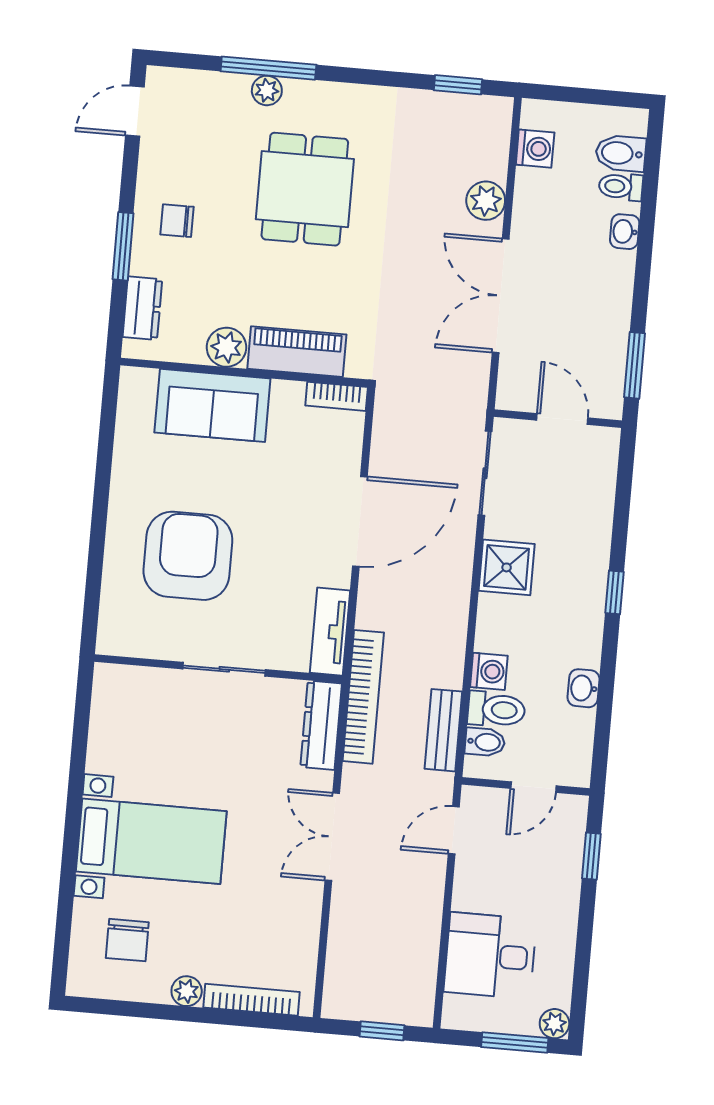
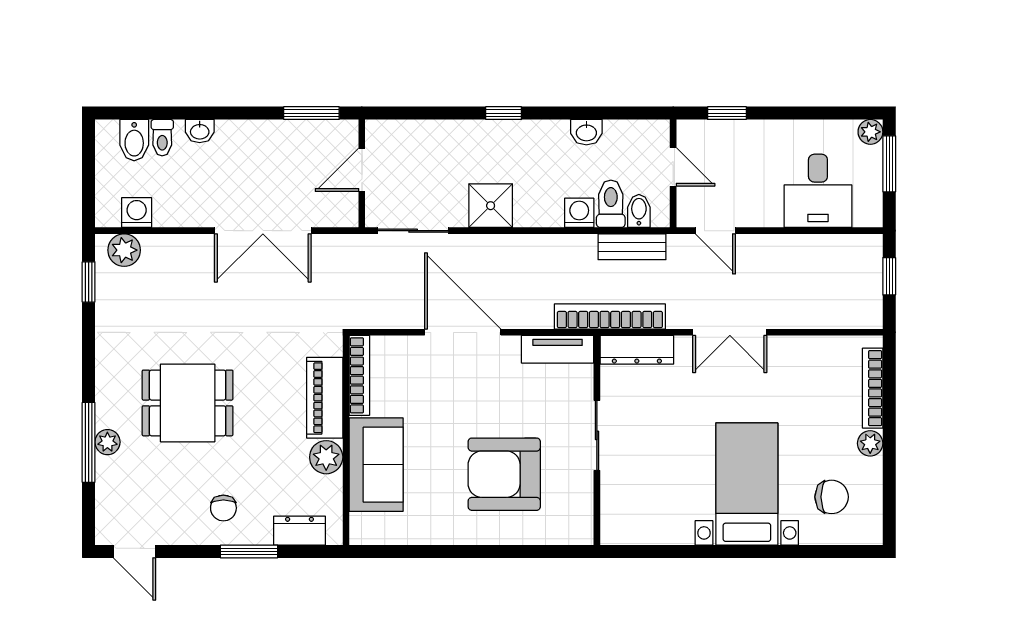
plant: (486, 201) -> (124, 250), moved
bookcase: (337, 396) -> (359, 375), width x1.56

